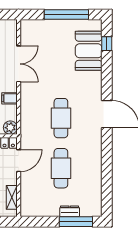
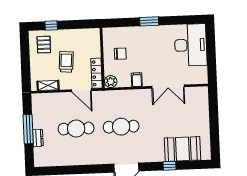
window: (66, 14) -> (214, 128), removed
window: (107, 44) -> (170, 166), moved
window: (76, 222) -> (28, 129), moved

